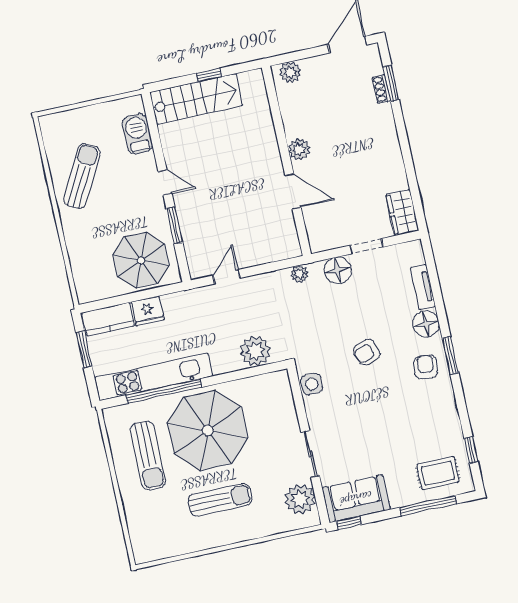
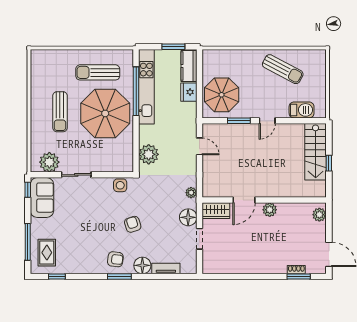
wardrobe: (402, 212) -> (216, 211), moved, turned 180

